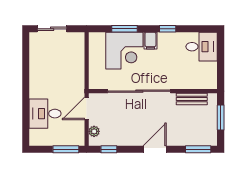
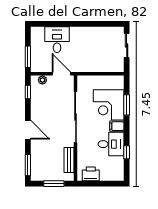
window: (168, 29) -> (127, 152), moved
desk: (202, 47) -> (111, 144), moved, turned -90
printer: (209, 72) -> (91, 174), added

